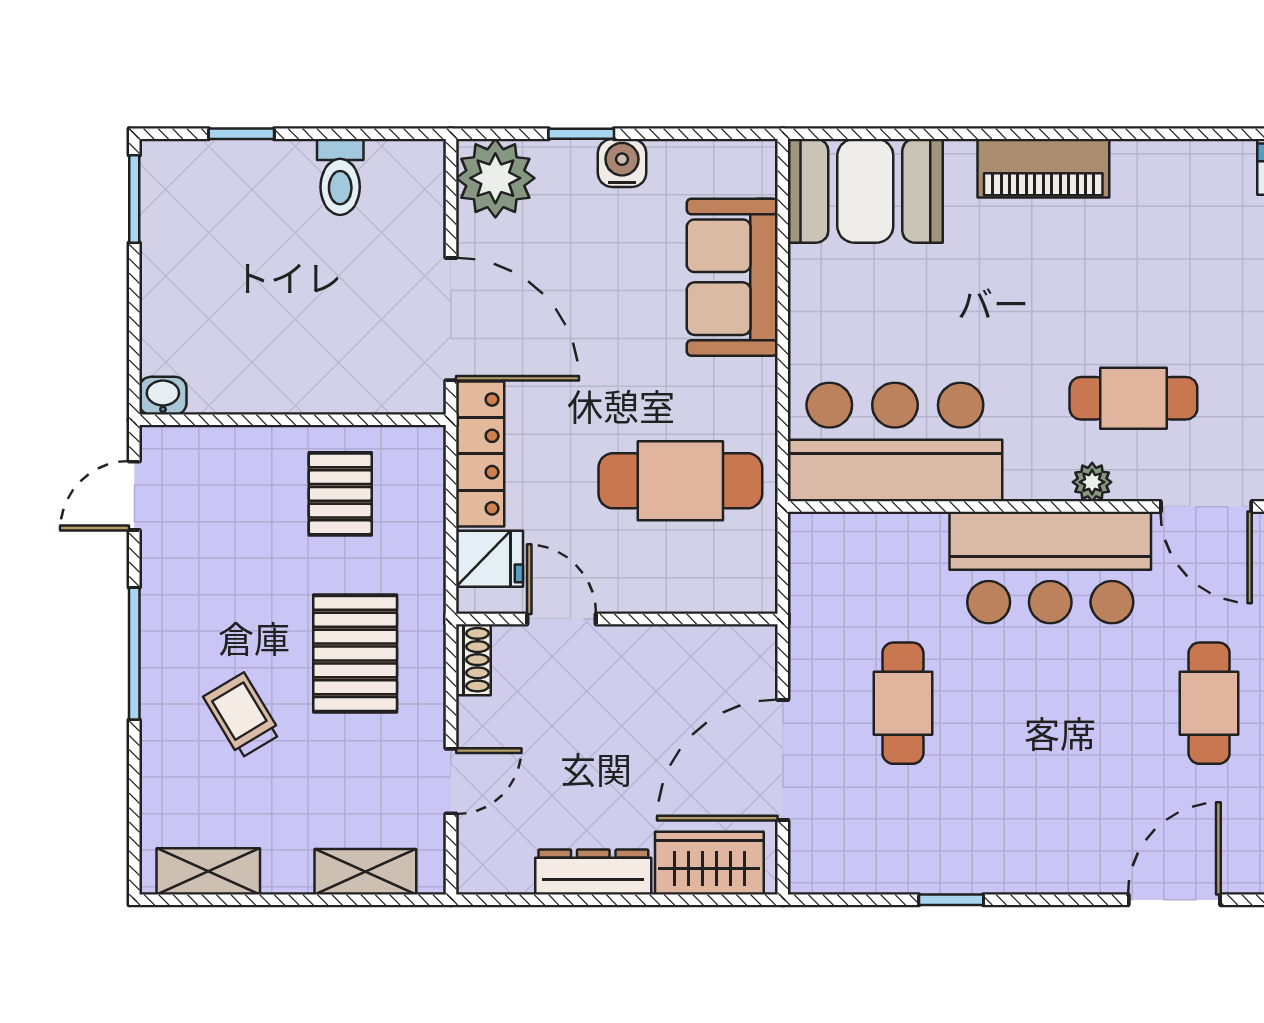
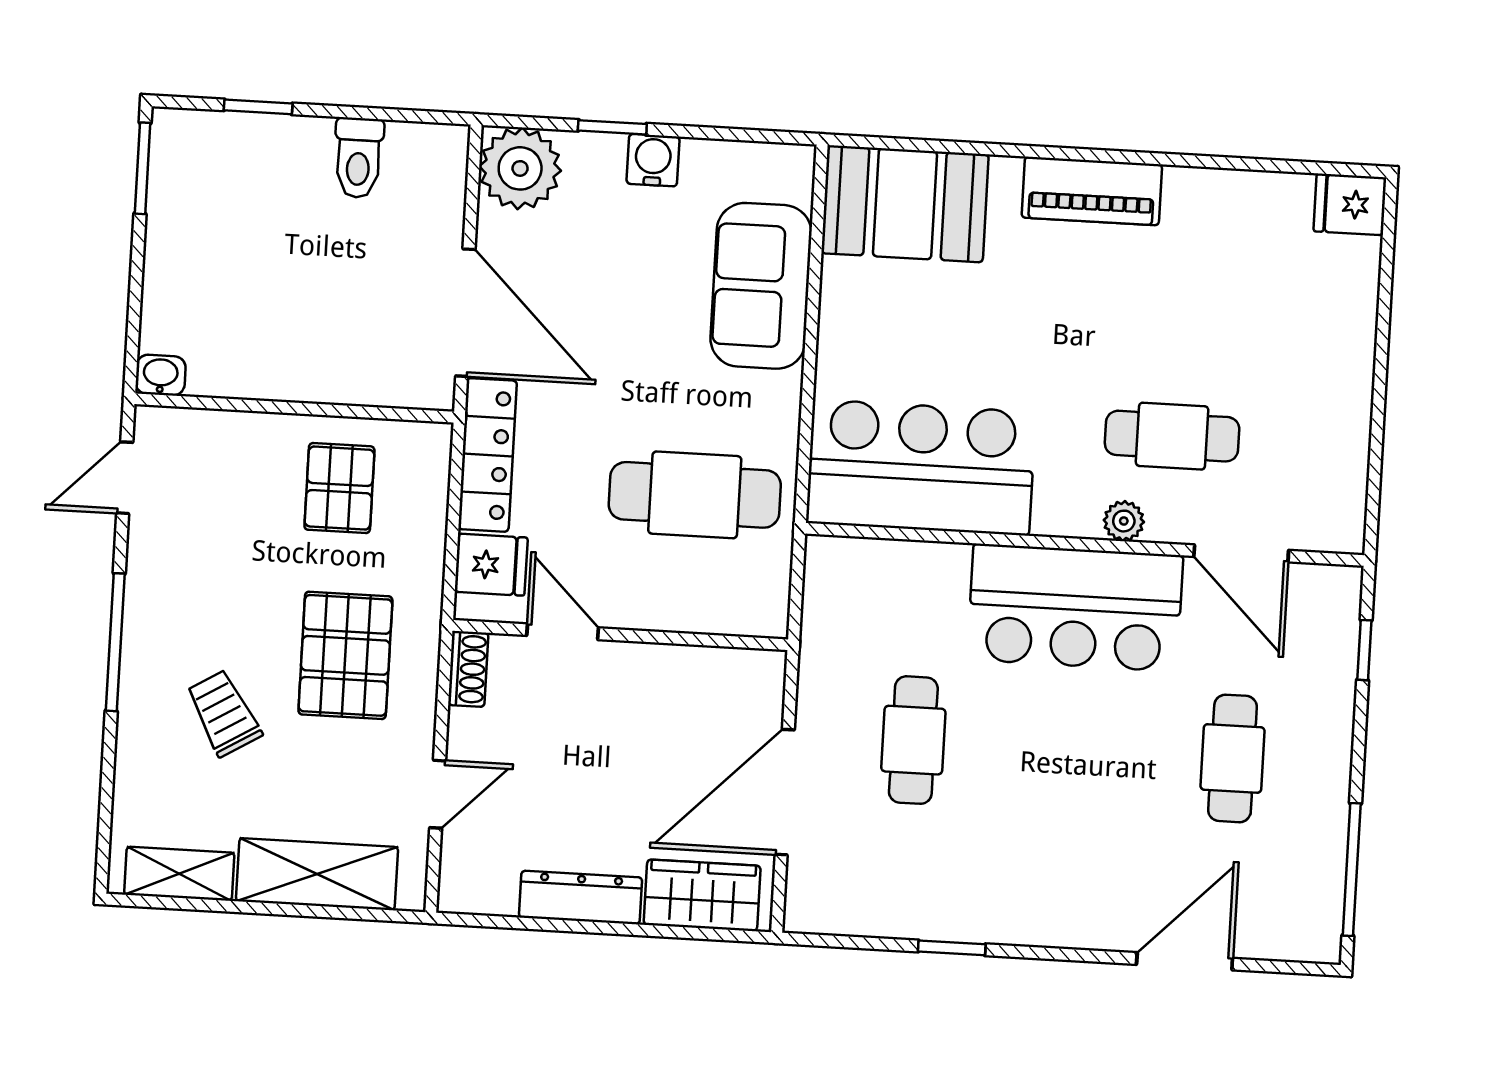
shelving: (365, 872) -> (317, 874), width x1.50, depth x1.33

